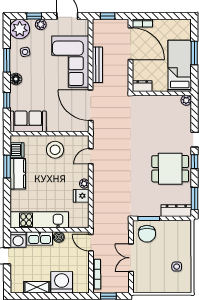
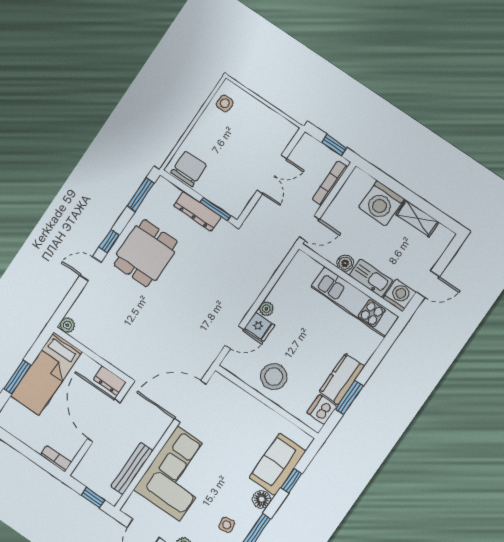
door: (131, 44) -> (104, 421), moved
bench: (97, 65) -> (132, 468), moved
door: (91, 105) -> (190, 402), swing flipped
sofa: (28, 121) -> (277, 464), moved, turned 90
dining table: (170, 169) -> (146, 253), turned 90
fridge: (81, 196) -> (260, 327), moved
dresser: (176, 211) -> (197, 211), moved
chair: (147, 234) -> (189, 169), moved
door: (91, 243) -> (309, 228), hinge flipped
side table: (177, 267) -> (225, 103), moved

